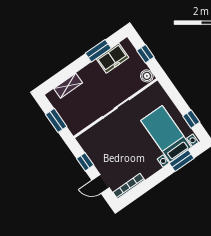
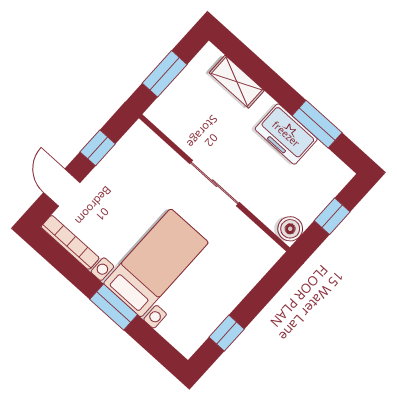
freezer: (112, 58) -> (286, 134), moved
bed with nightstands: (166, 134) -> (156, 263), moved
window: (182, 161) -> (114, 307), moved

